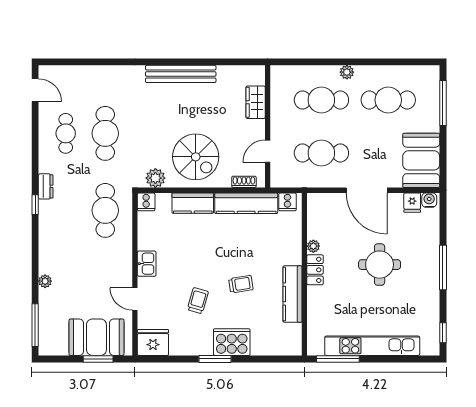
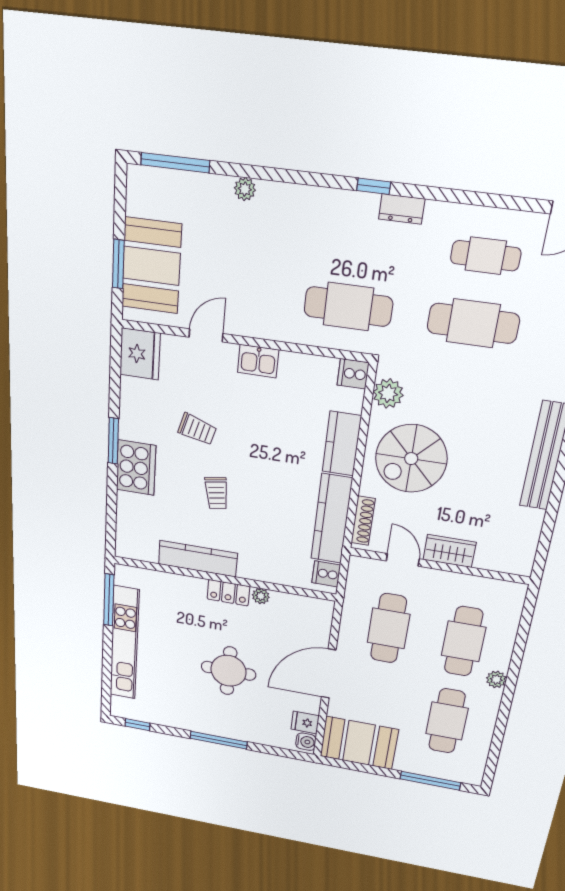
wardrobe: (256, 102) -> (450, 551), moved
shoe rack: (244, 182) -> (363, 521), width x1.43

